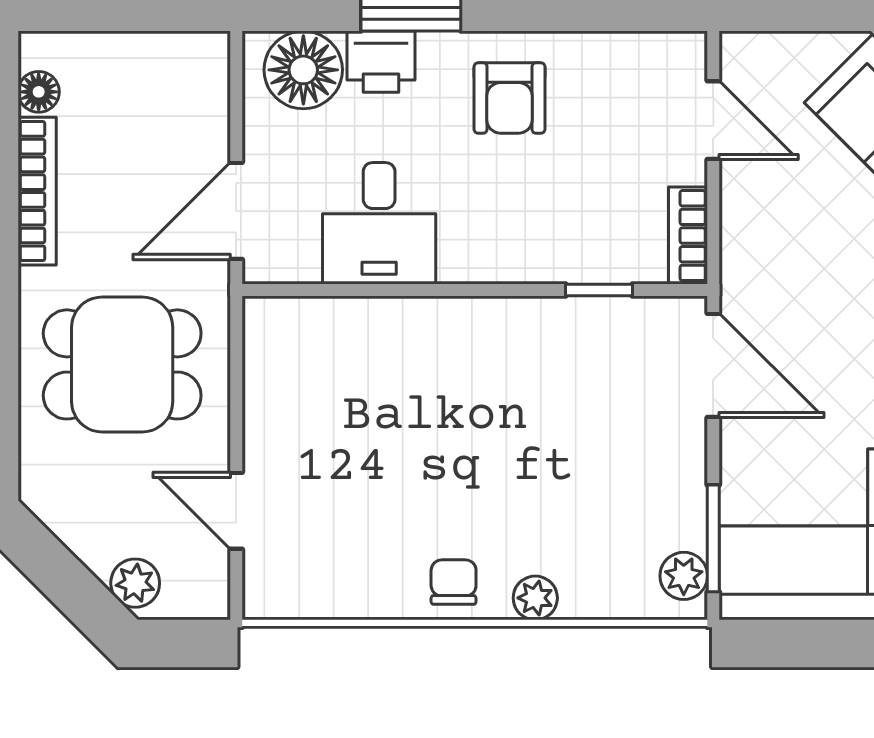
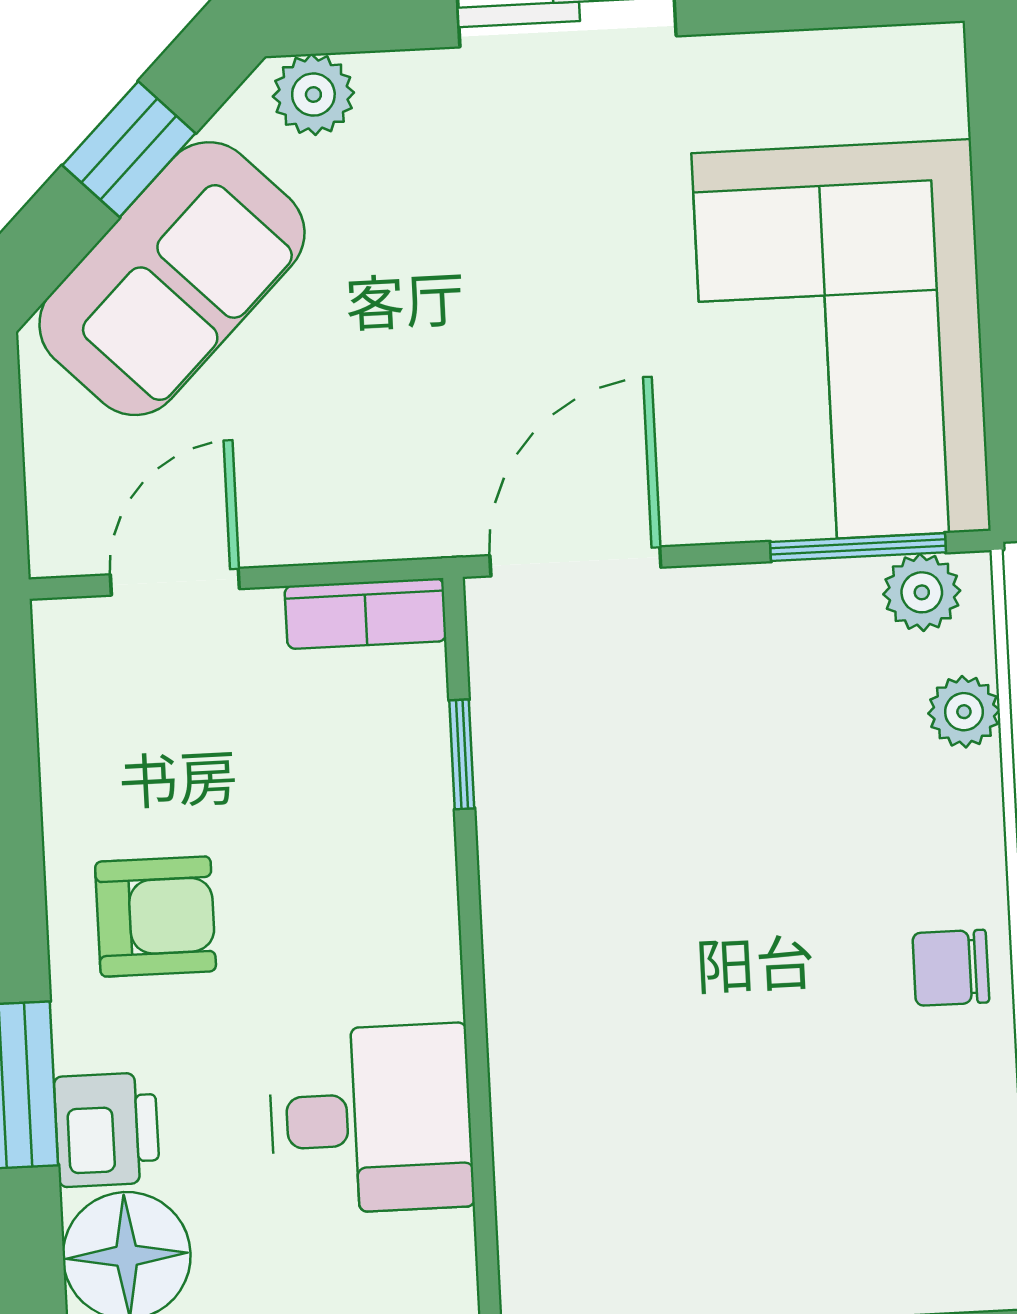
plant: (535, 598) -> (964, 712), moved

